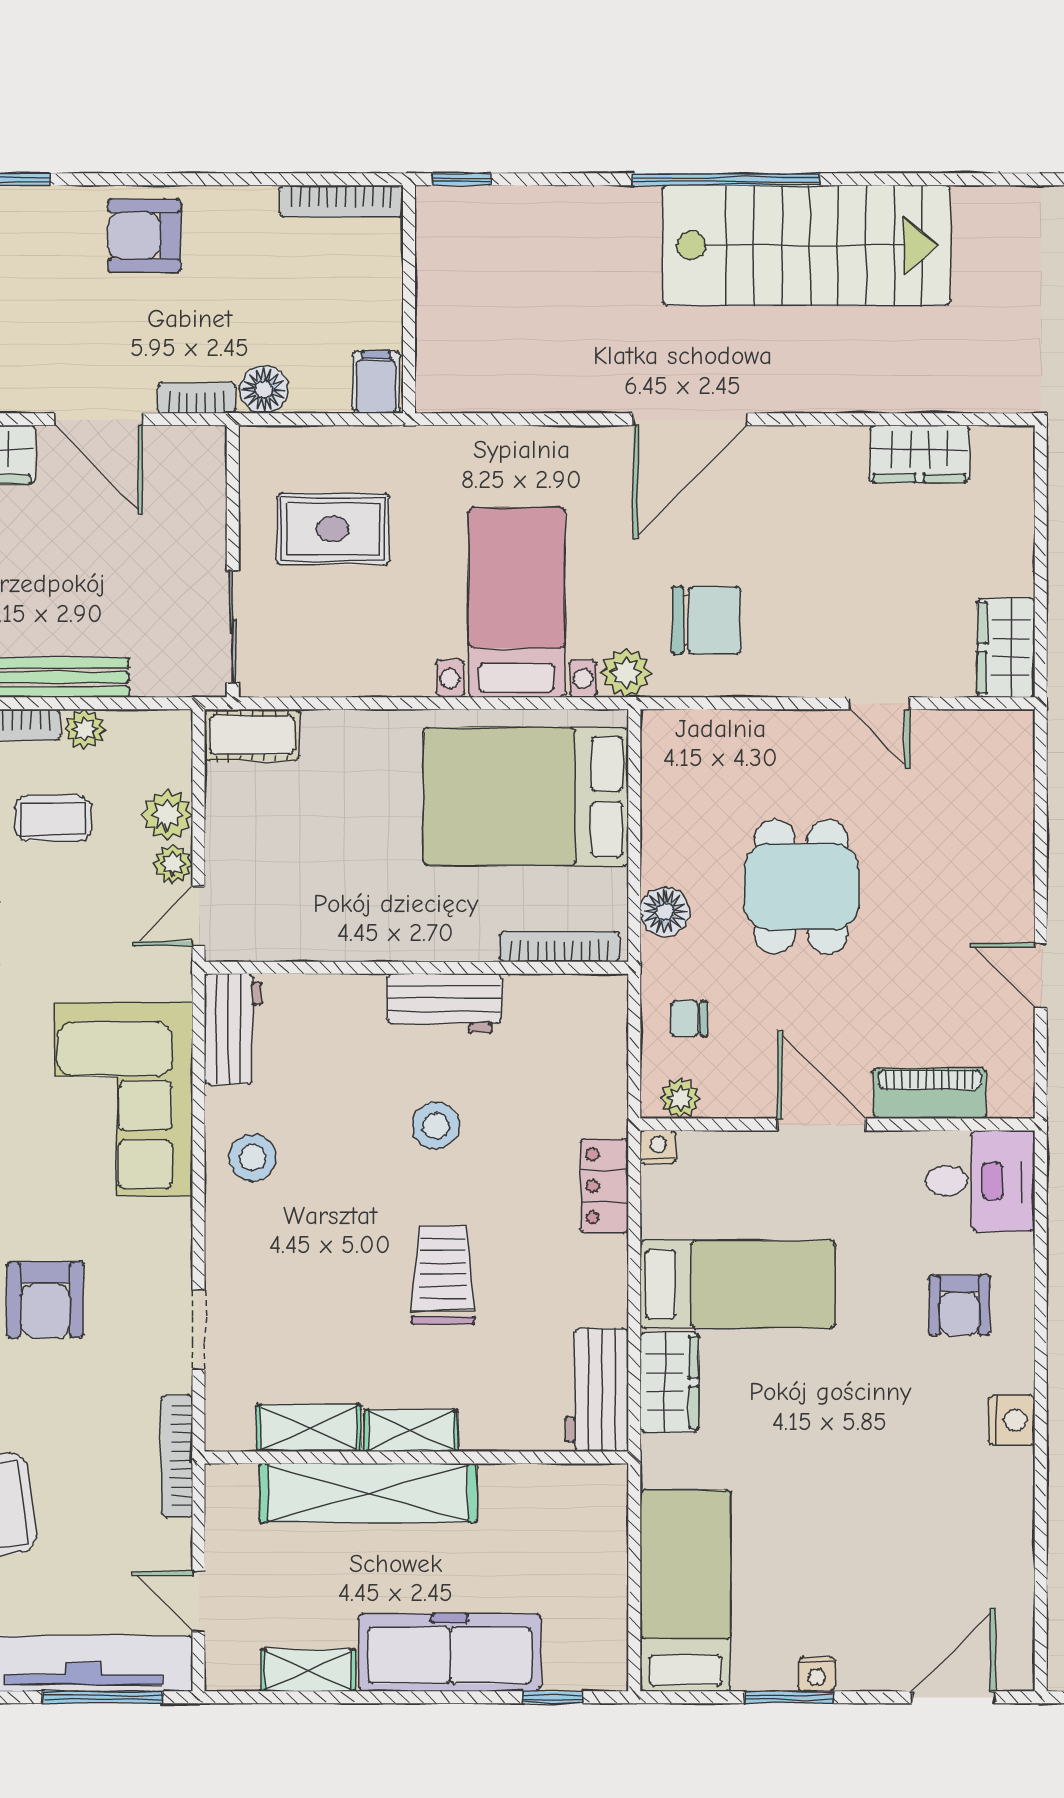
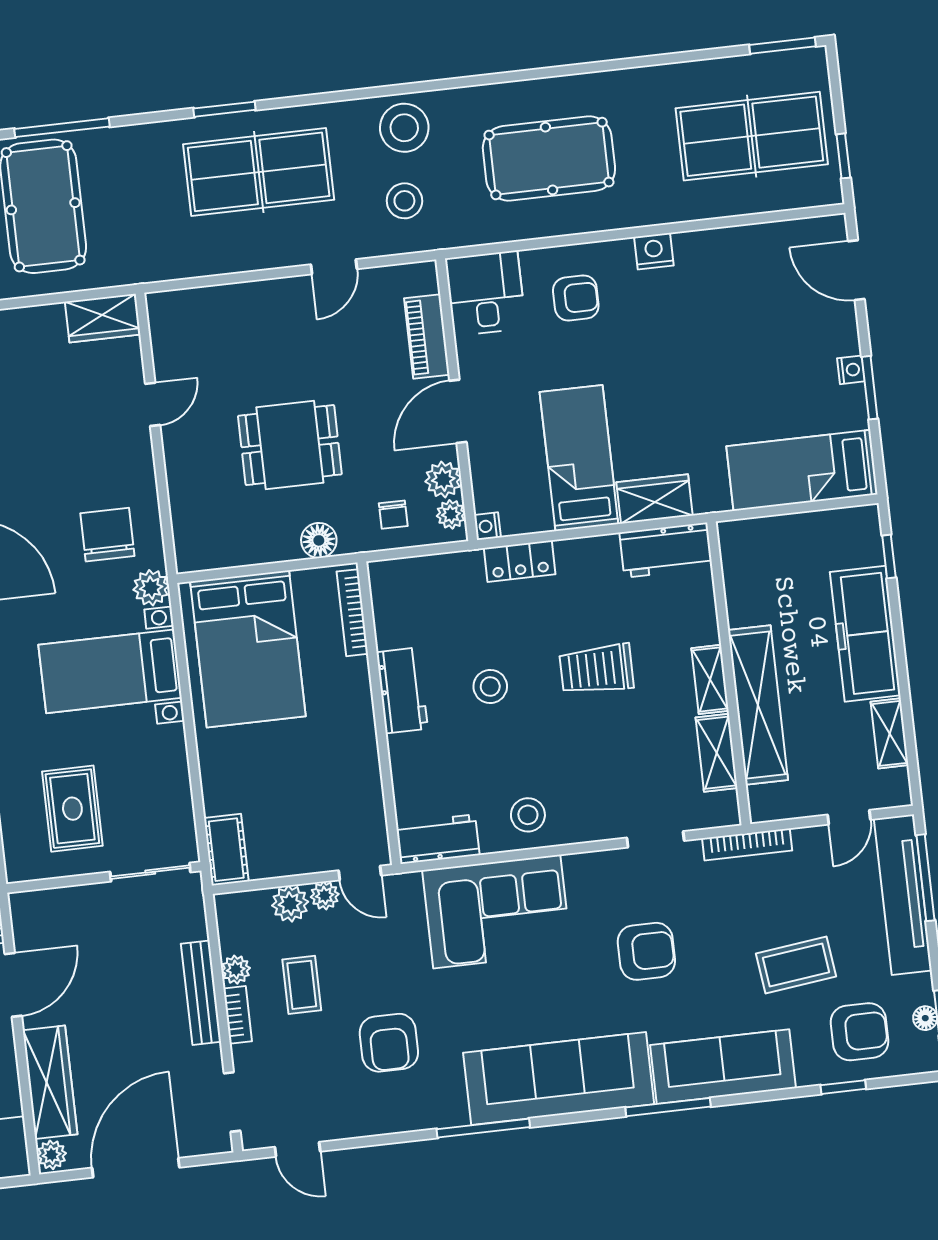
plant: (729, 1093) -> (443, 480), added

